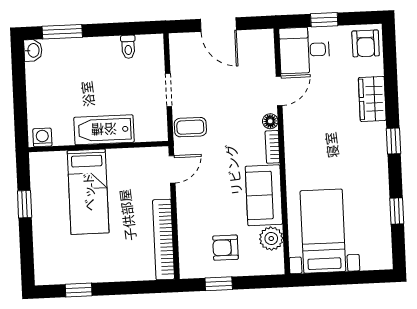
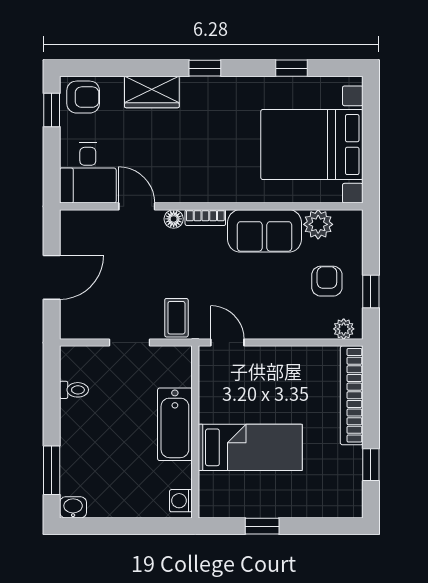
window: (324, 20) -> (52, 110), moved
bed with nightstands: (323, 231) -> (312, 145), width x1.36
bookcase: (164, 240) -> (352, 395), moved, turned 90
armchair: (225, 248) -> (327, 281), turned 180
plant: (187, 263) -> (344, 329), added

